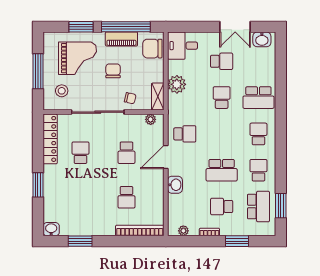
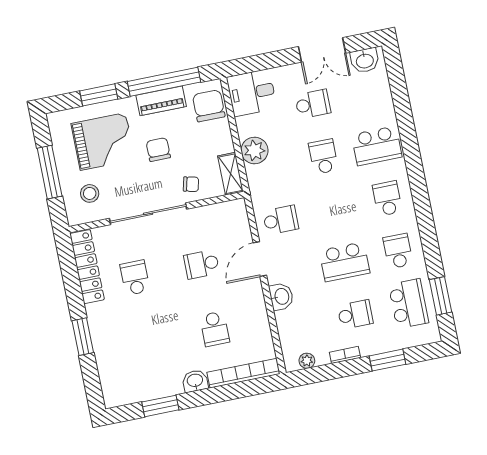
chair: (152, 49) -> (209, 106), turned 90
plant: (151, 119) -> (227, 209), removed
school desk: (126, 153) -> (202, 264), turned 90
school desk: (222, 207) -> (355, 314), turned 180
washbasin: (51, 229) -> (195, 381), moved

